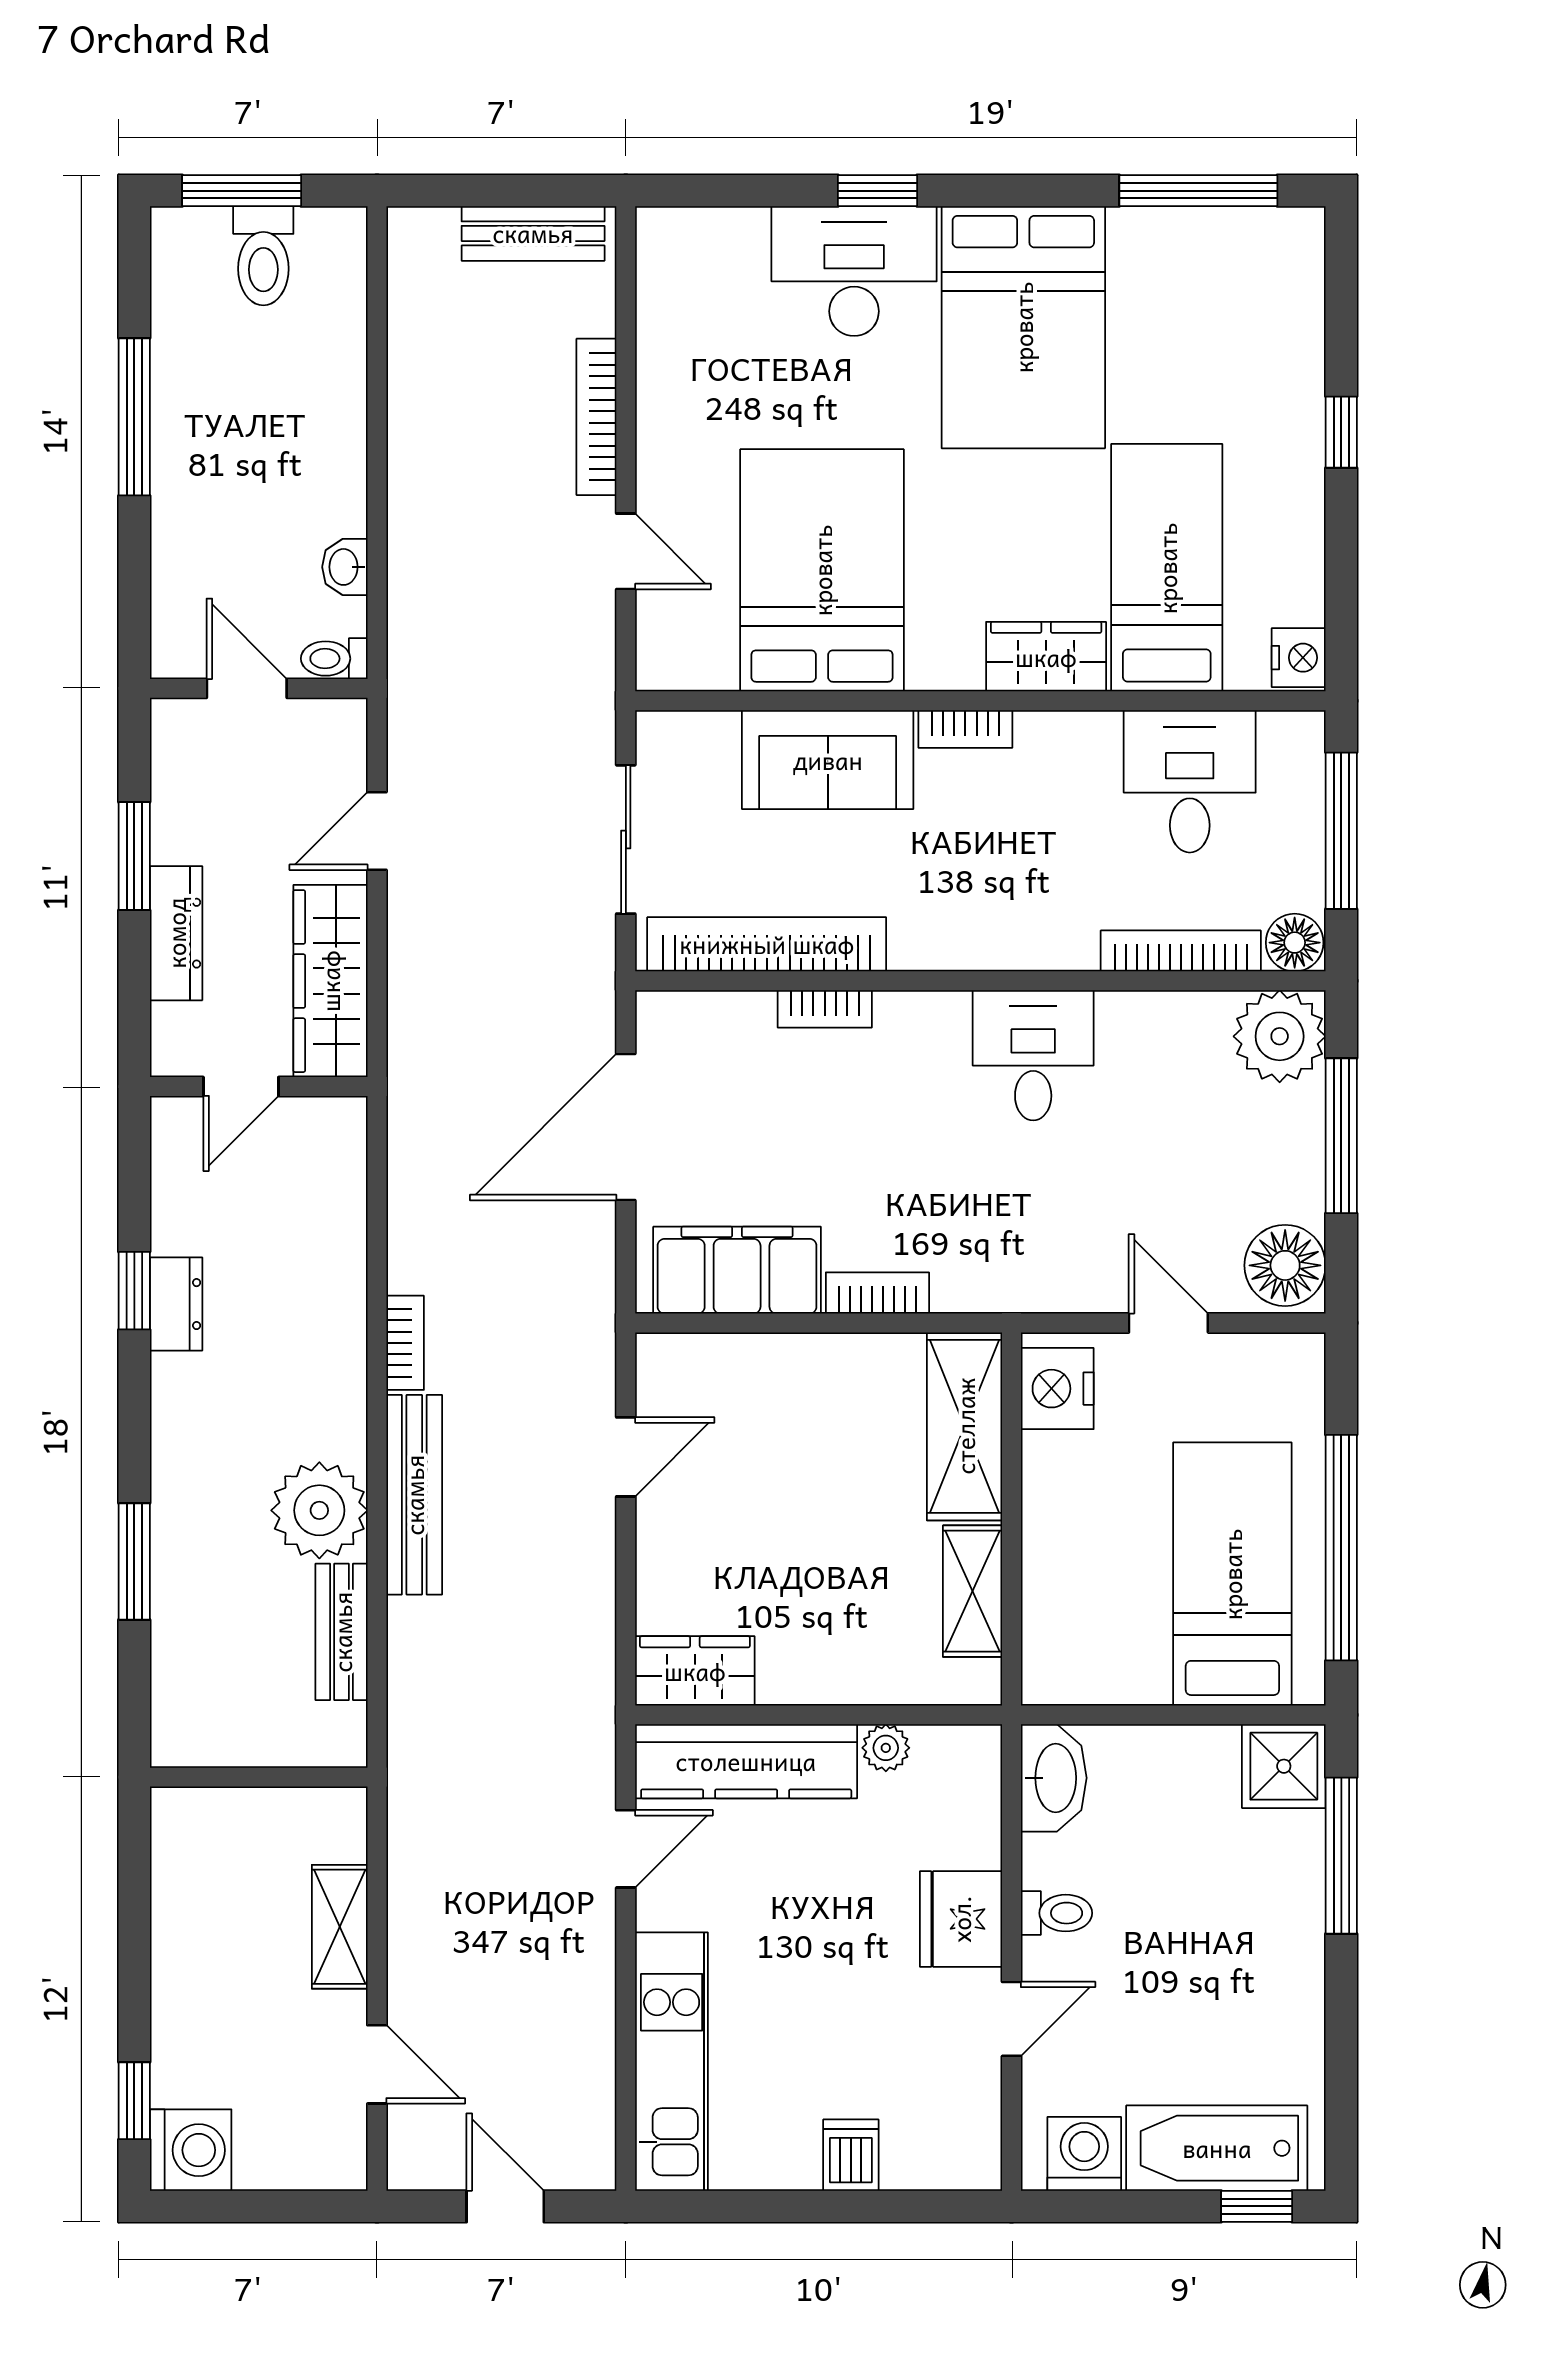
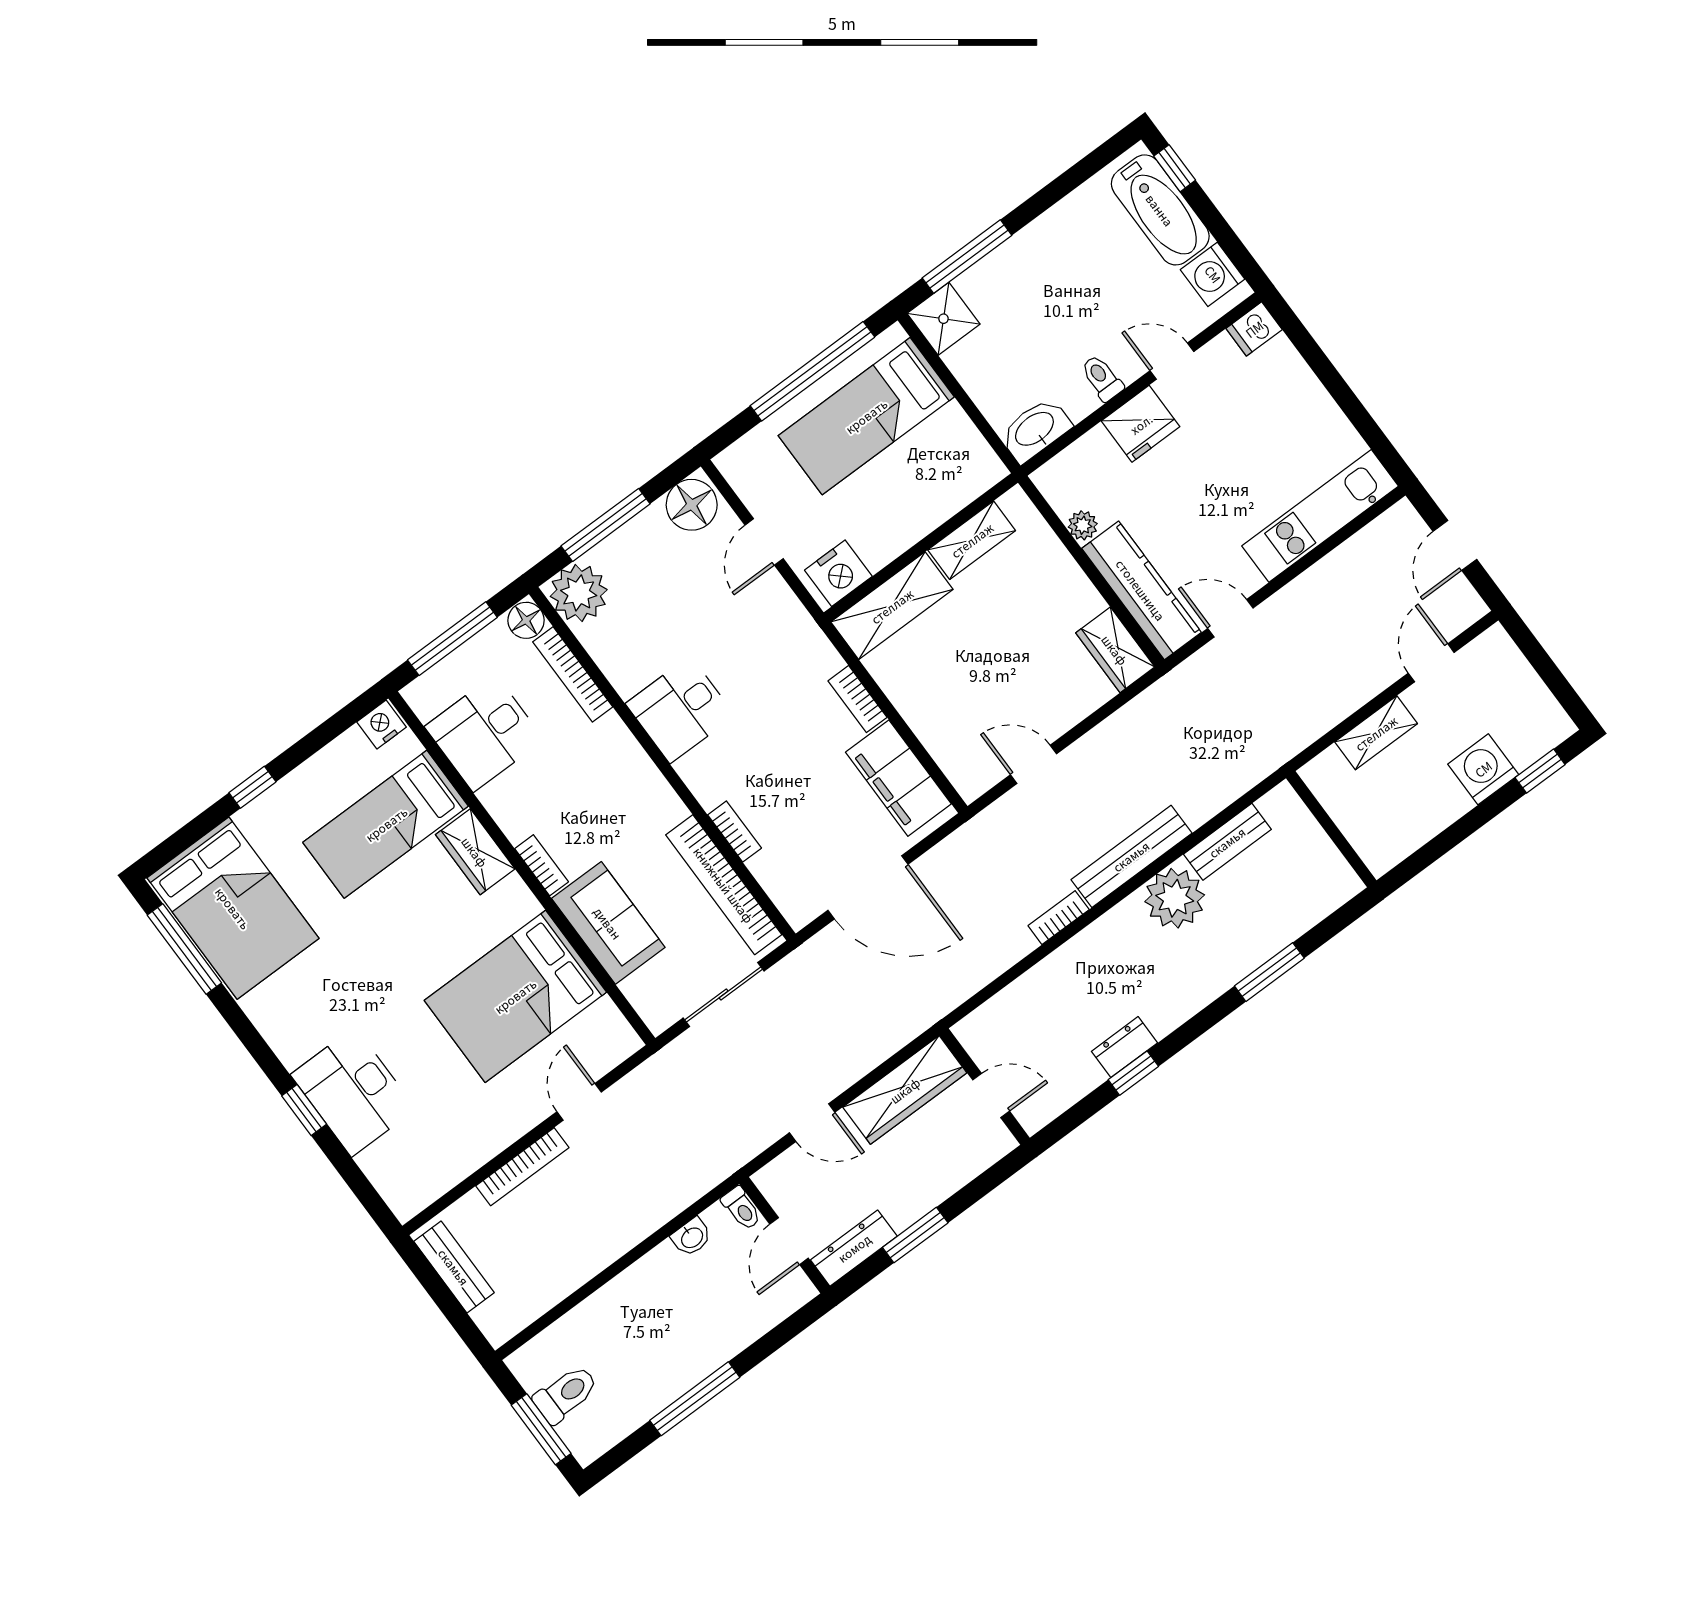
bed: (1023, 327) -> (233, 908), moved, turned 90
dresser: (176, 933) -> (854, 1248), moved
washing machine: (191, 2150) -> (1483, 769), moved
dishwasher: (851, 2155) -> (1254, 329), moved

